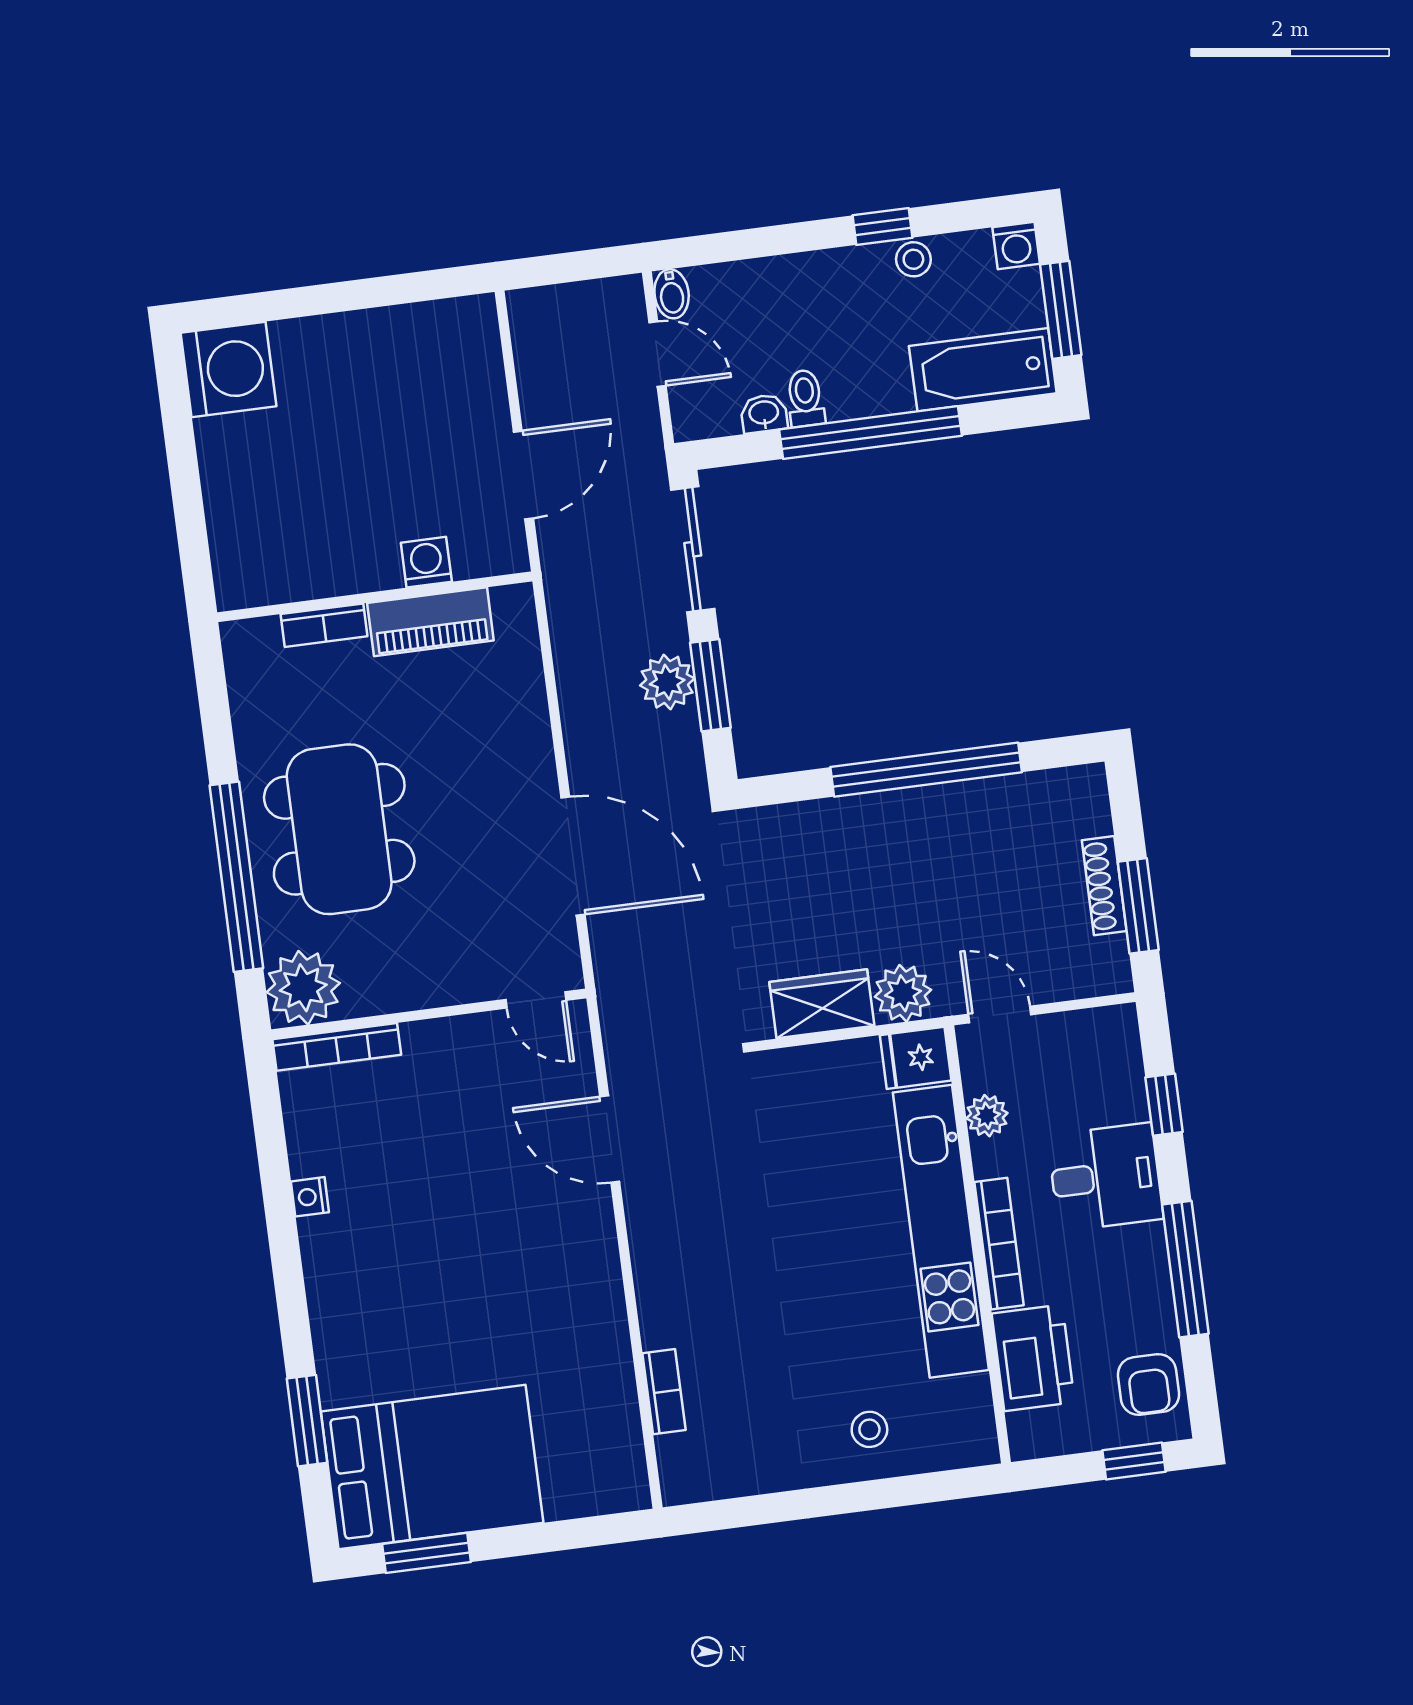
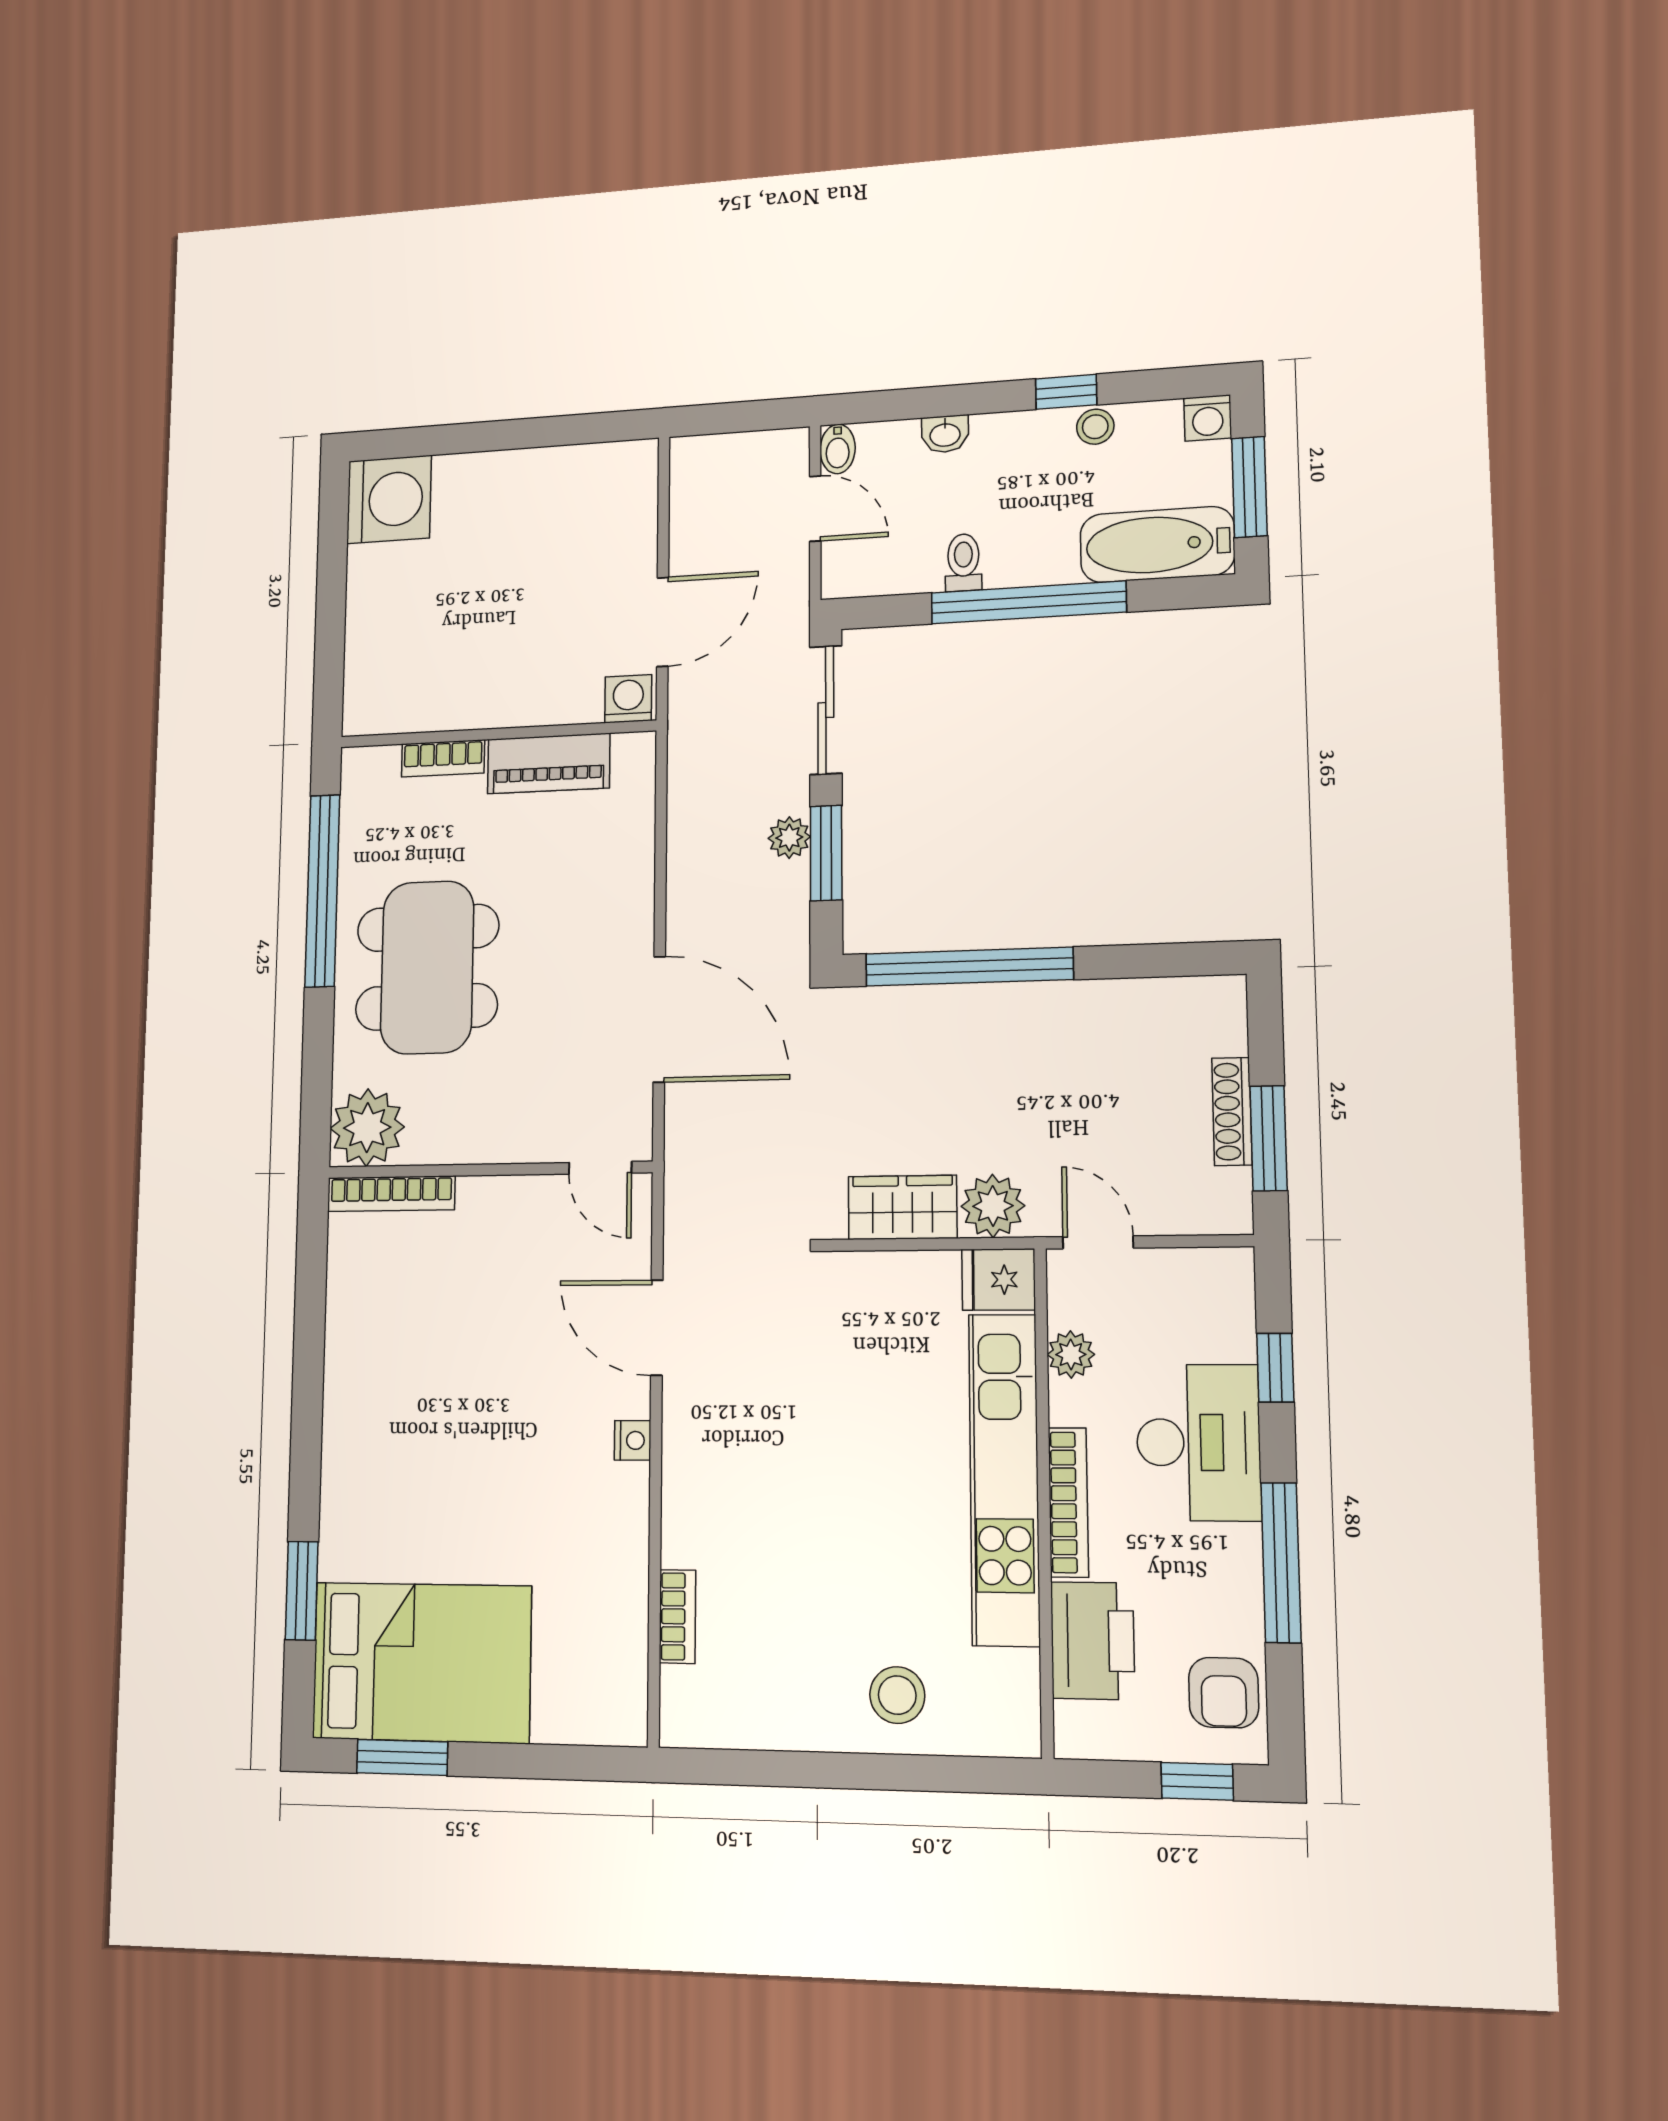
washbasin: (764, 413) -> (945, 434), moved, turned 180
washing machine: (426, 562) -> (628, 699), moved
plant: (667, 682) -> (789, 838), width x0.73, depth x0.73
window: (926, 770) -> (969, 967), moved
window: (236, 877) -> (322, 891), moved
desk: (1105, 1177) -> (1198, 1442), width x1.37
nightstand: (310, 1197) -> (633, 1440), moved, turned 180
stool: (869, 1429) -> (897, 1695), width x1.37, depth x1.37

